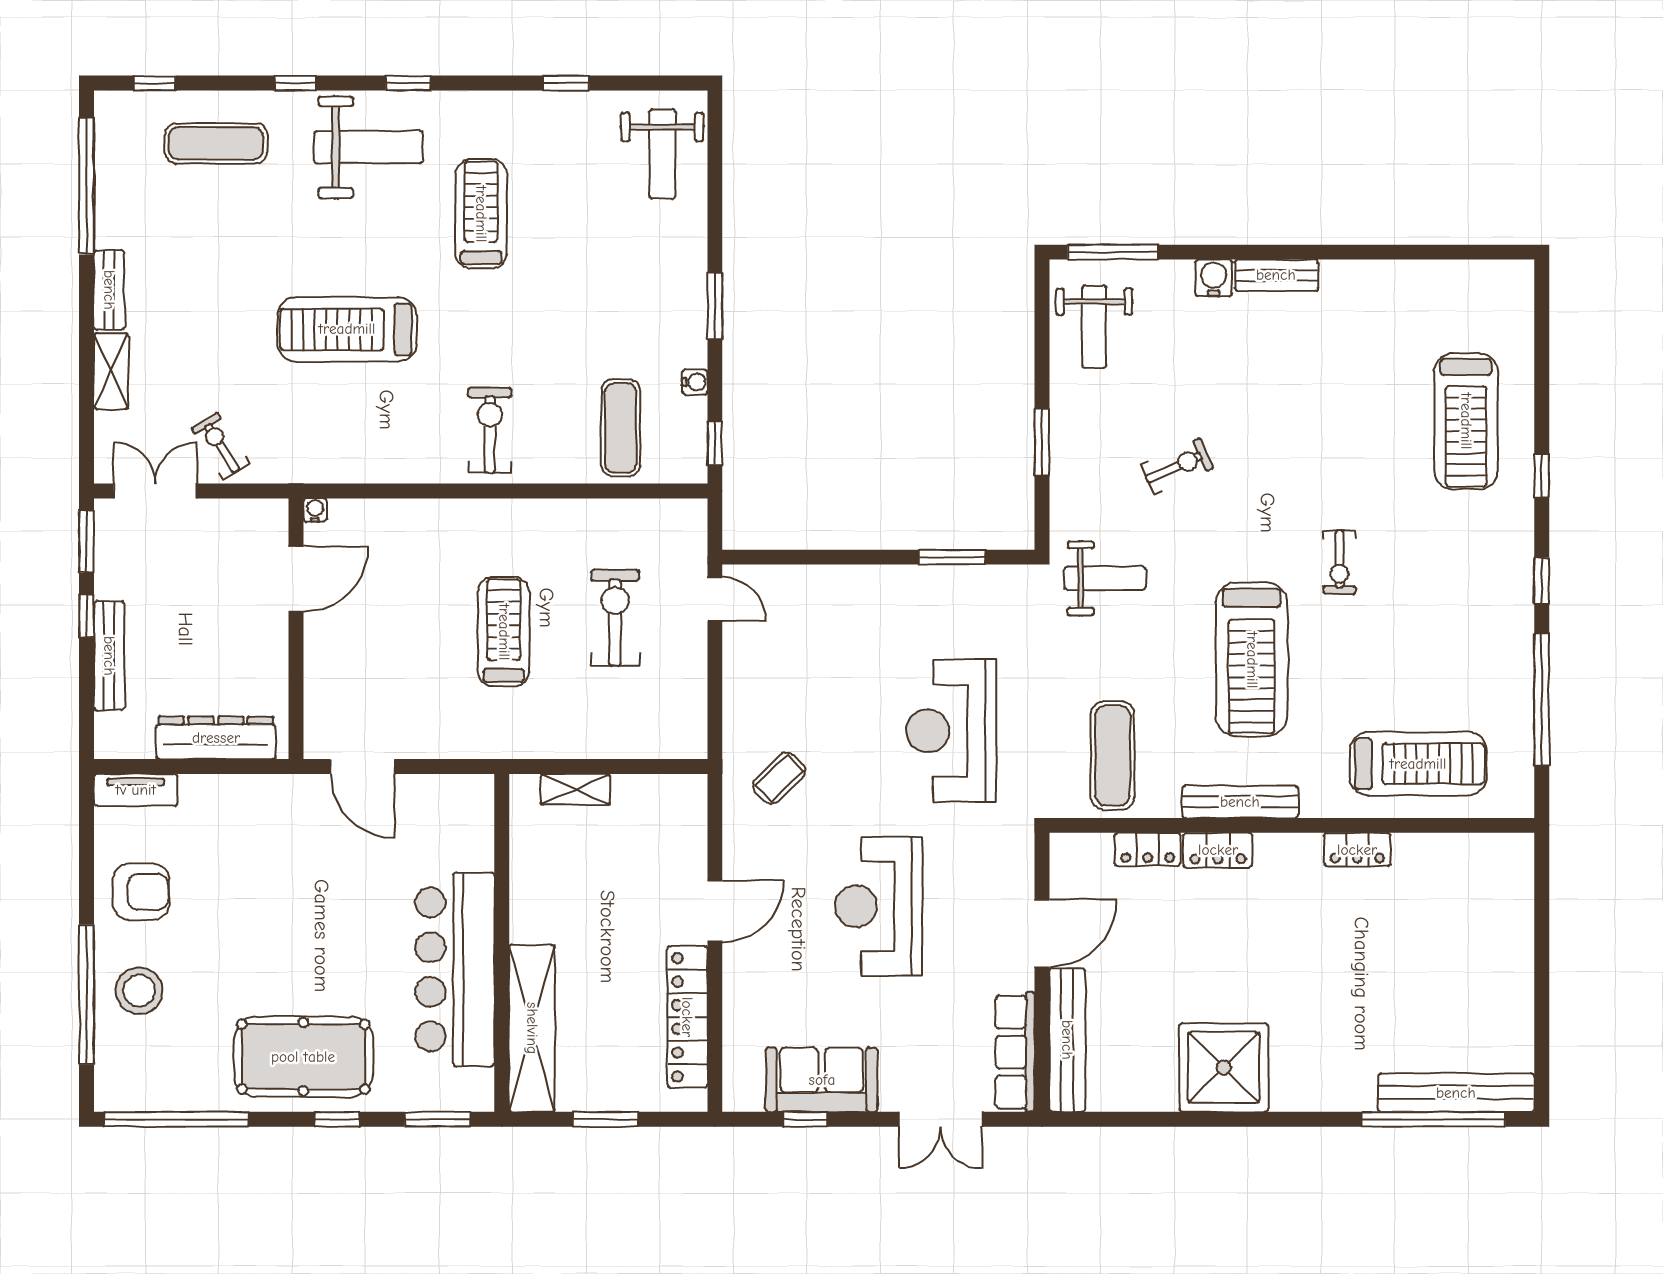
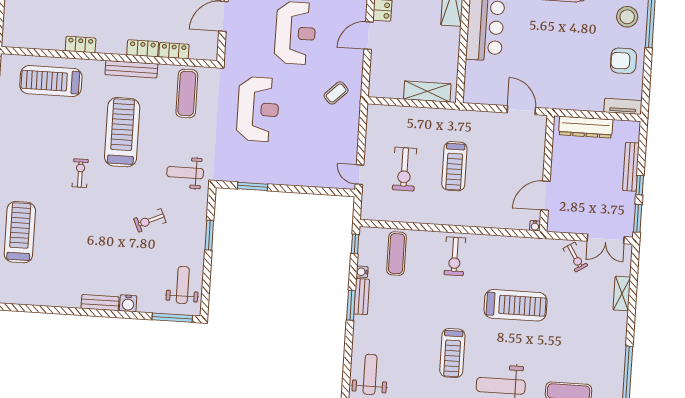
bench: (109, 290) -> (362, 297), moved
shelving: (575, 790) -> (427, 91), width x1.50, depth x1.33

